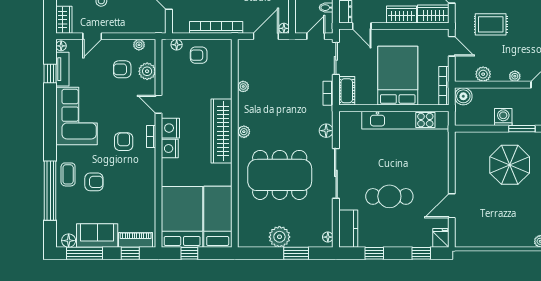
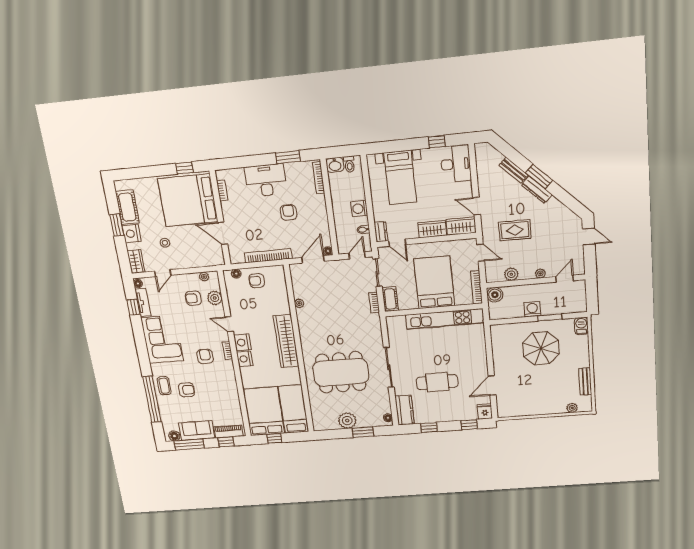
floor lamp: (326, 131) -> (376, 334), removed
plant: (244, 132) -> (305, 340), removed

